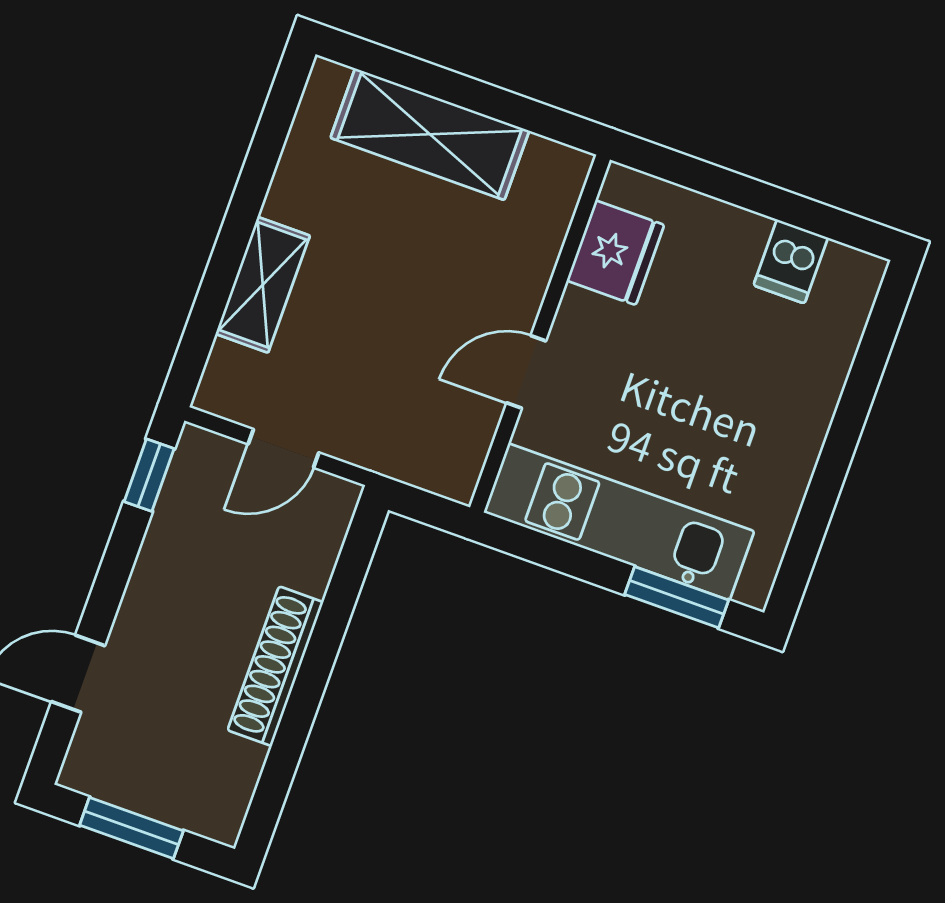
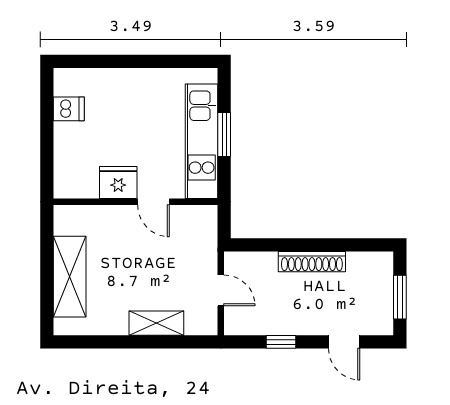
fridge: (615, 253) -> (118, 182), moved
window: (149, 475) -> (281, 342), moved
window: (677, 597) -> (224, 135), moved

